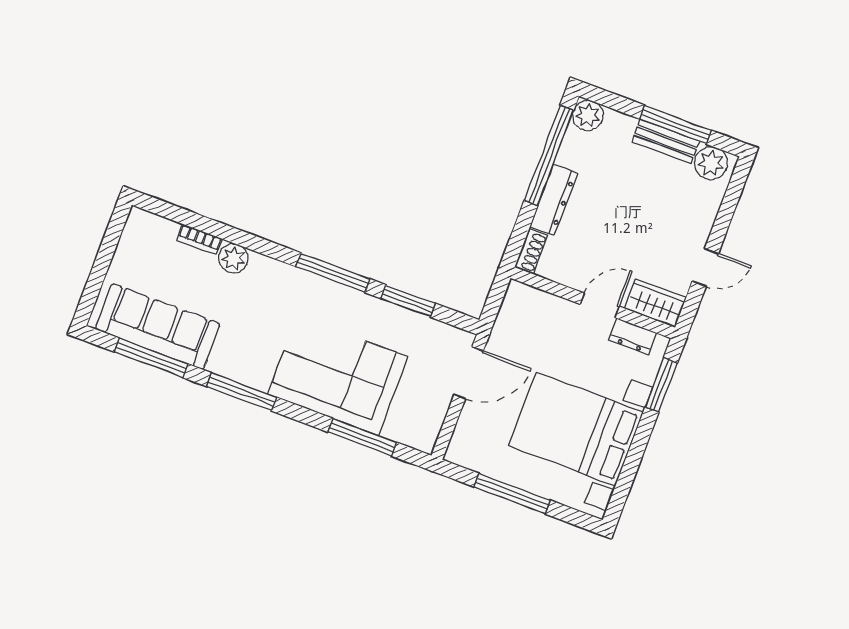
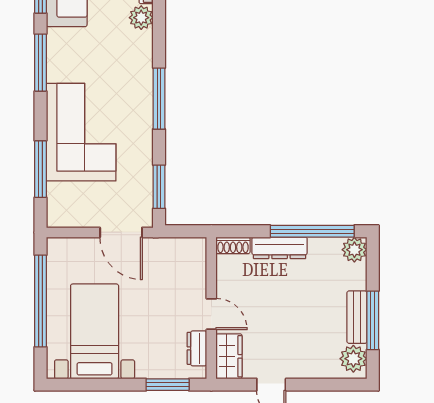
window: (408, 301) -> (159, 187), moved
bed with nightstands: (576, 429) -> (95, 331), width x0.73
window: (512, 494) -> (41, 301), width x1.46

